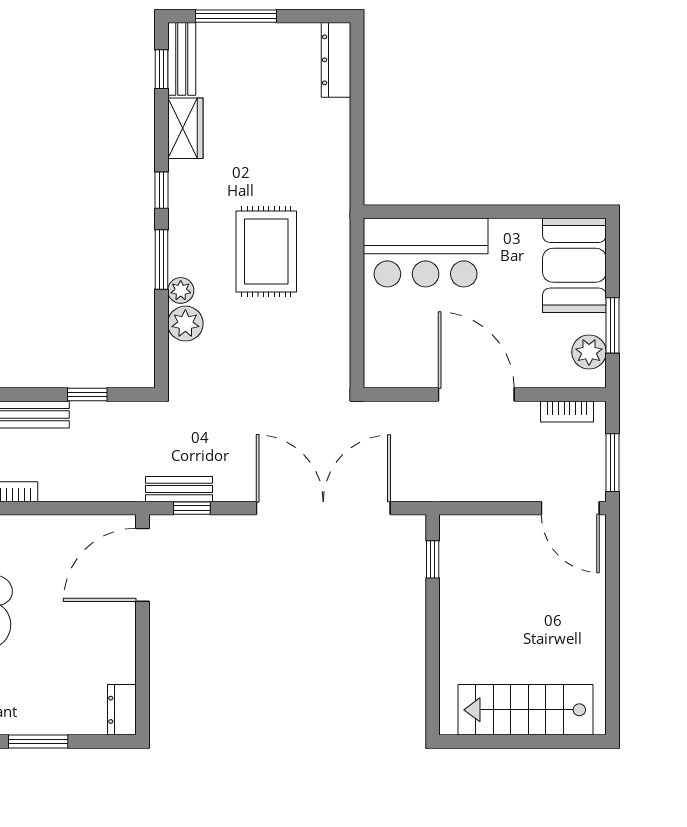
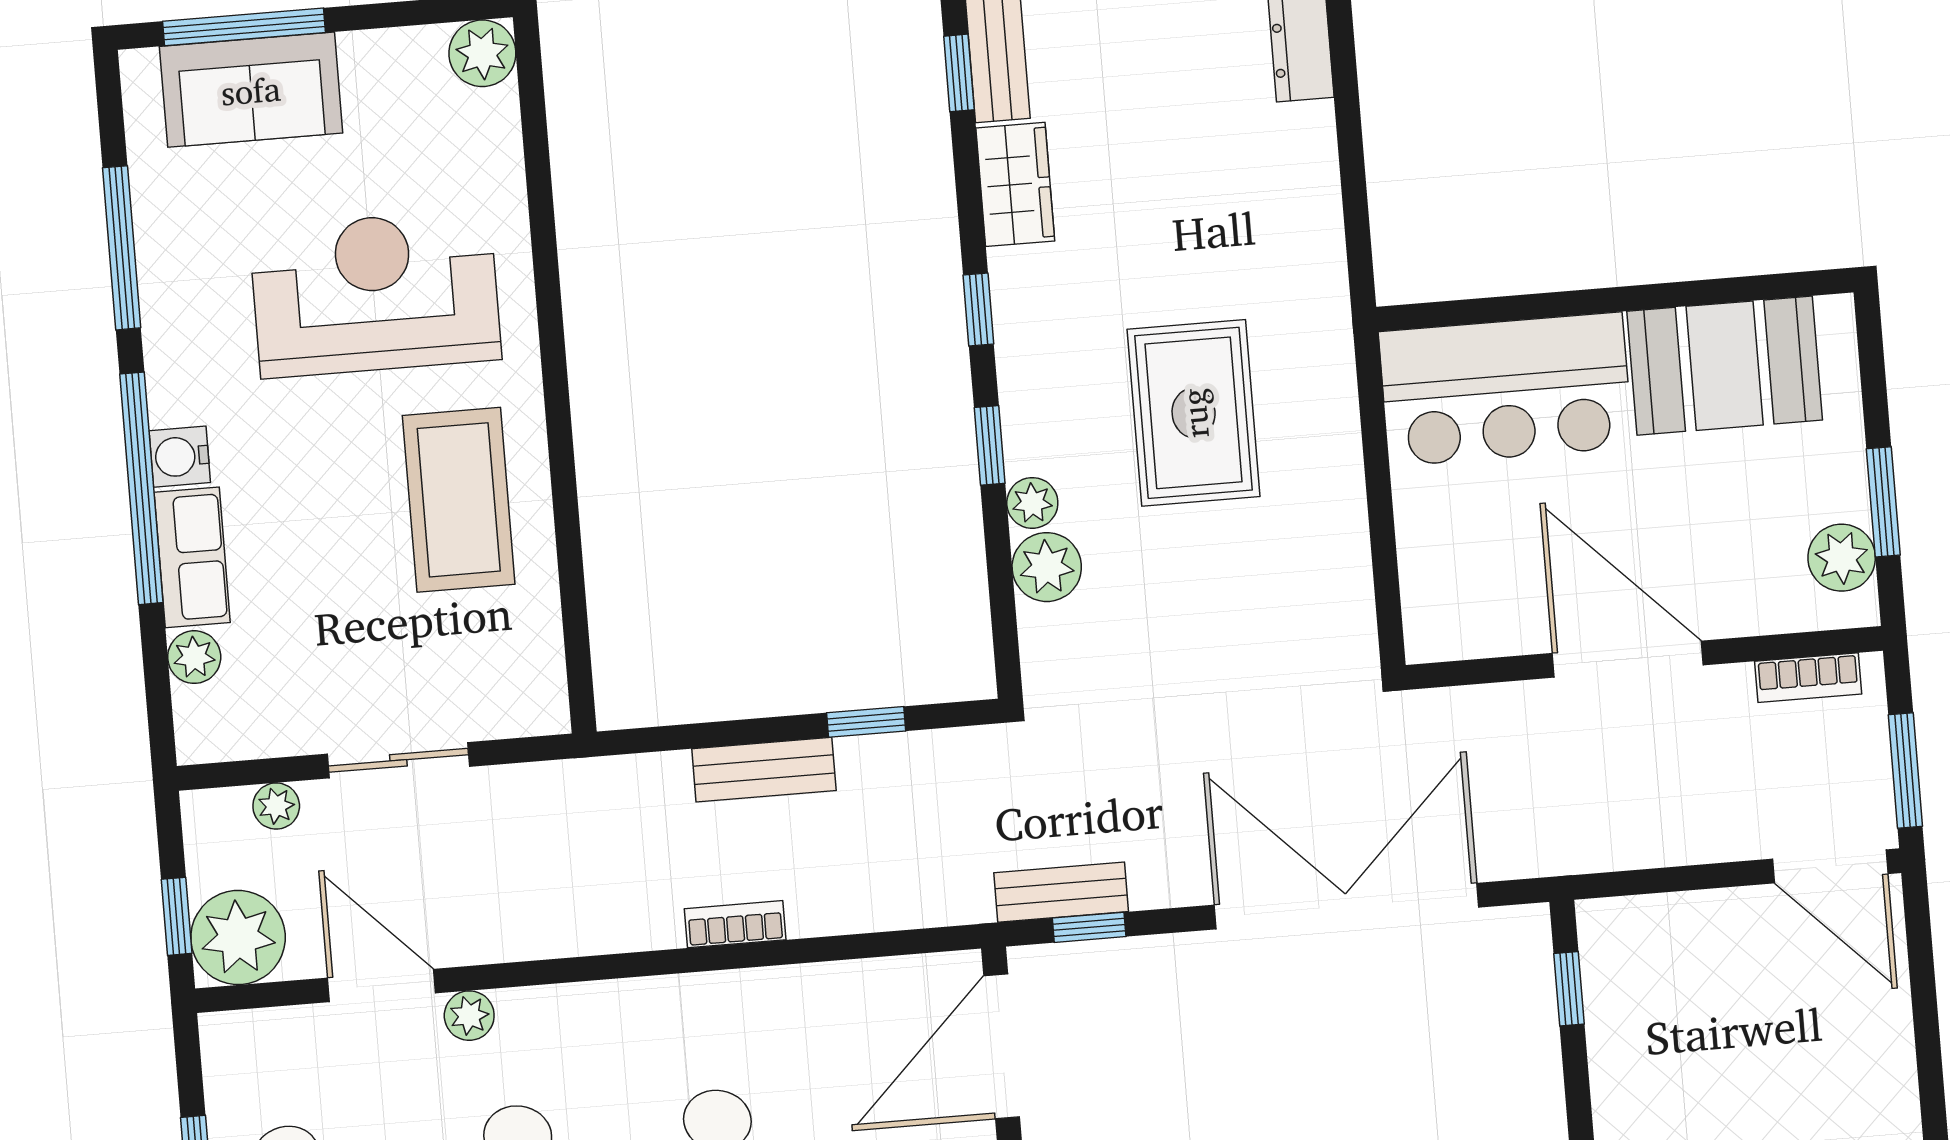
window: (161, 259) -> (990, 445), width x0.67
booth: (574, 265) -> (1725, 366), moved, turned 90

